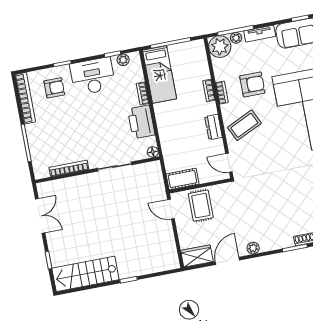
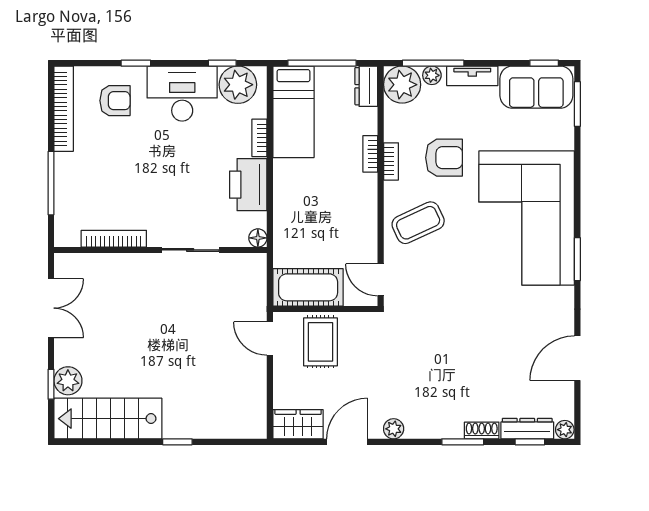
plant: (123, 60) -> (238, 85), width x1.88, depth x1.88
dresser: (213, 127) -> (366, 86), moved
cot: (183, 179) -> (308, 287), width x1.37, depth x1.34
plant: (58, 256) -> (68, 381), added

